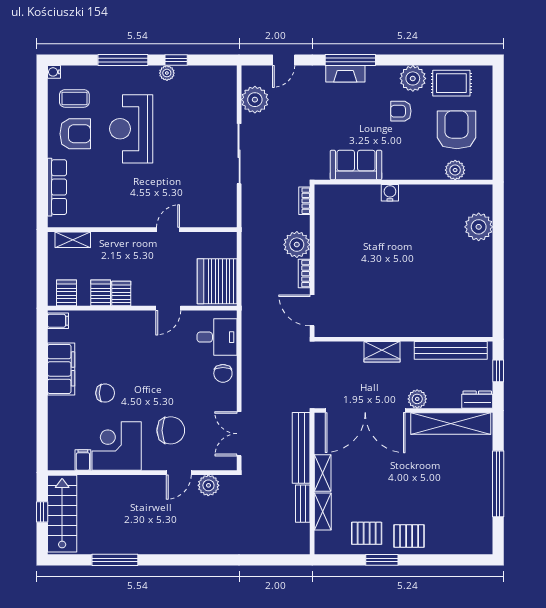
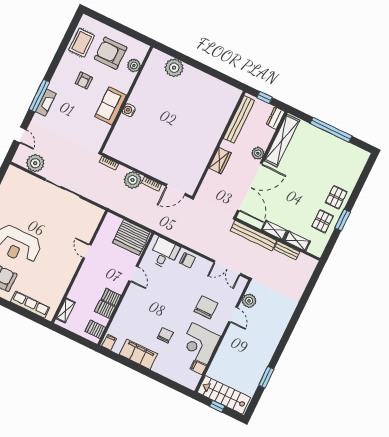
plant: (413, 78) -> (68, 64), removed
sofa: (356, 165) -> (111, 106), moved
window: (115, 560) -> (266, 377), width x0.69

